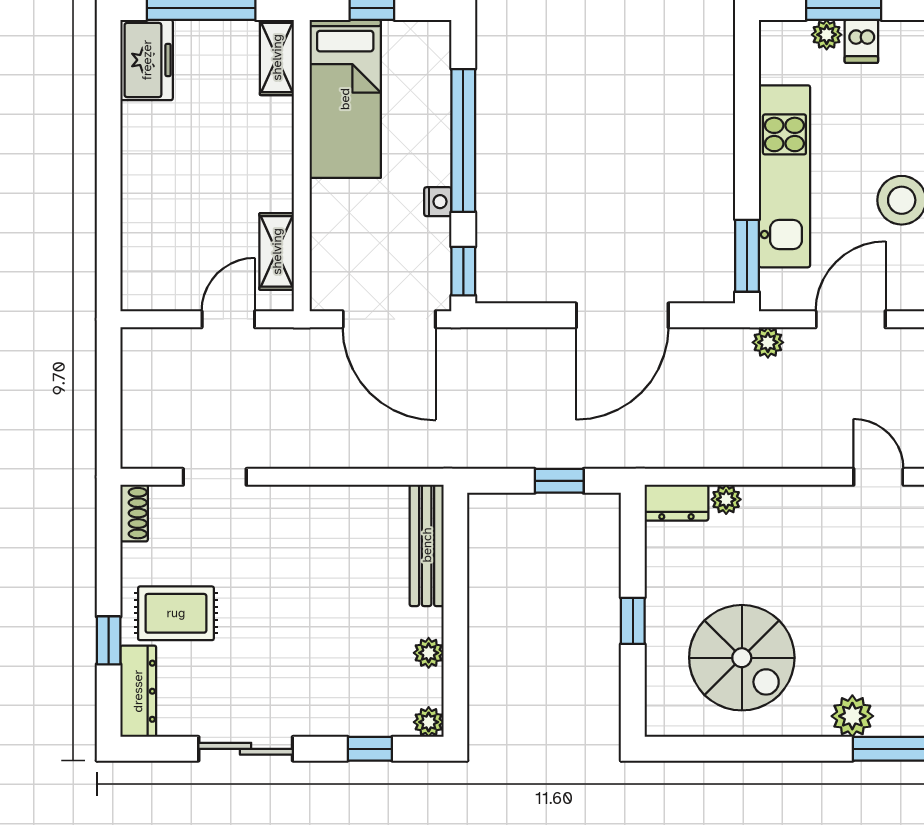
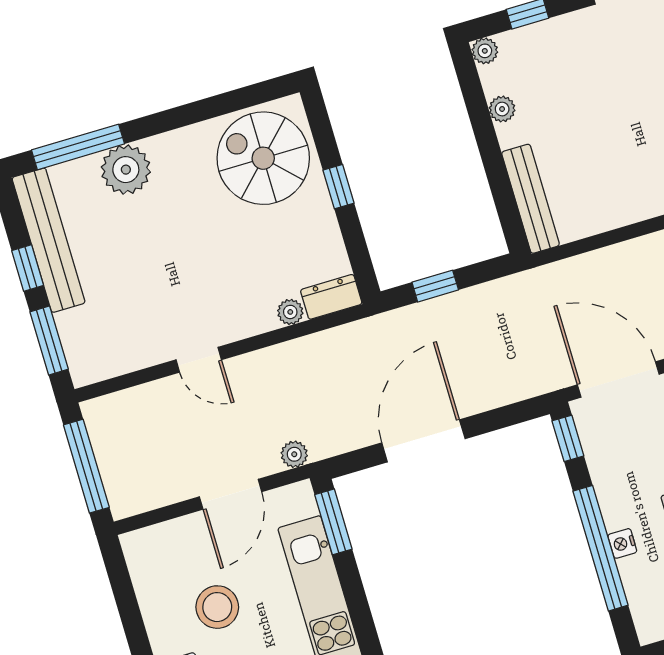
nightstand: (438, 202) -> (622, 543), moved
door: (878, 477) -> (199, 360), moved
spiral stairs: (742, 658) -> (263, 158), moved
plant: (852, 716) -> (126, 170), width x1.36, depth x1.36

